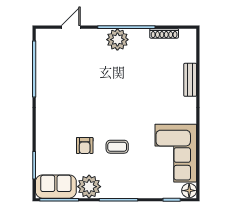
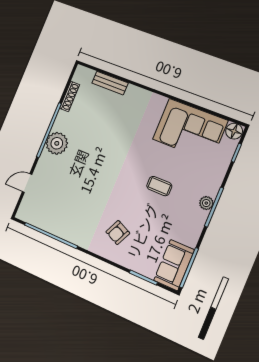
door: (71, 27) -> (27, 183), hinge flipped
bench: (190, 80) -> (110, 83), moved
armchair: (85, 145) -> (118, 232), moved, turned 115
coffee table: (117, 147) -> (159, 186), turned 90
plant: (89, 187) -> (206, 203), moved, width x0.53, depth x0.53

